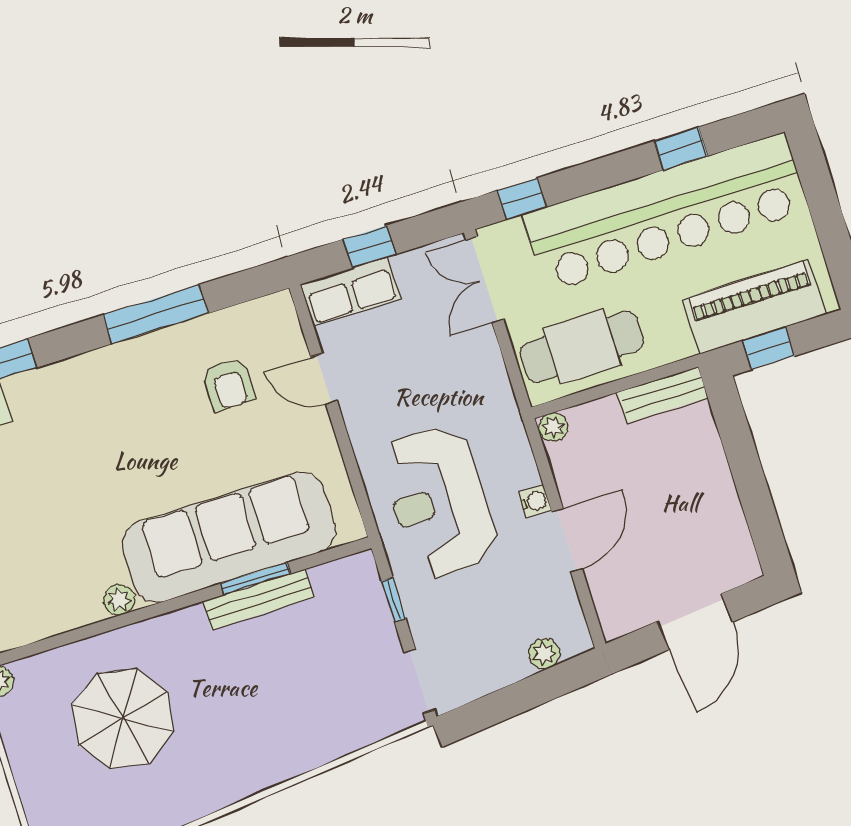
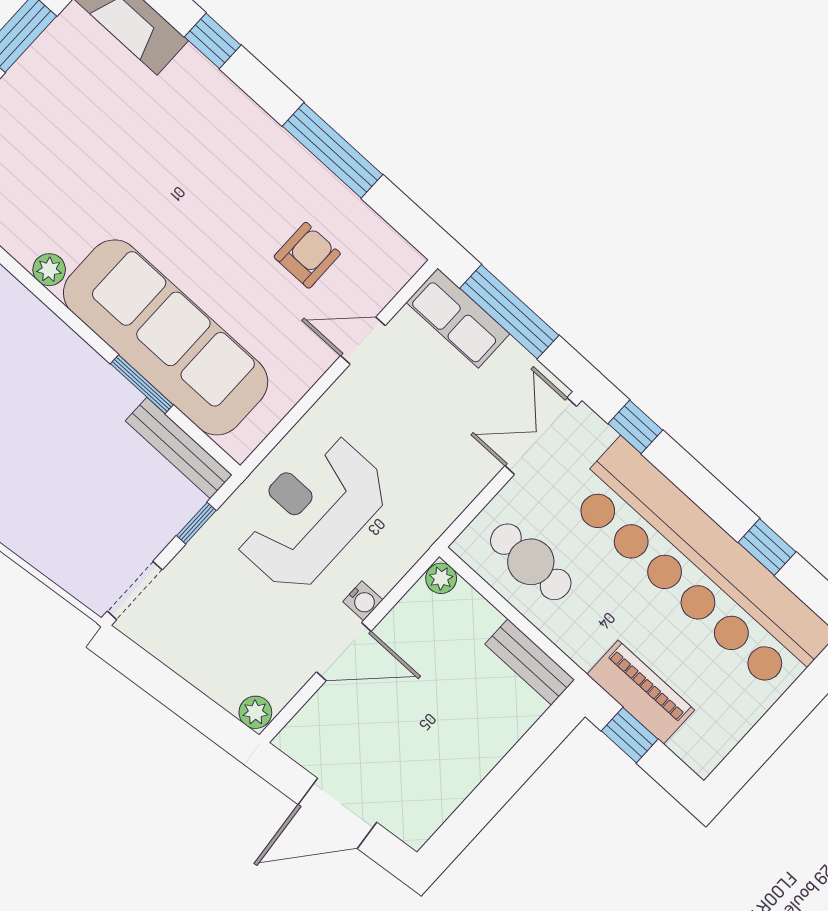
window: (369, 247) -> (509, 312), width x2.17
piano: (754, 307) -> (641, 692), width x0.73, depth x0.75
cafe table: (582, 347) -> (531, 562), width x0.73, depth x0.74
door: (324, 379) -> (363, 341), hinge flipped
armchair: (229, 384) -> (307, 255), turned 180
bench: (259, 599) -> (179, 448), moved
plant: (544, 654) -> (255, 712), moved

